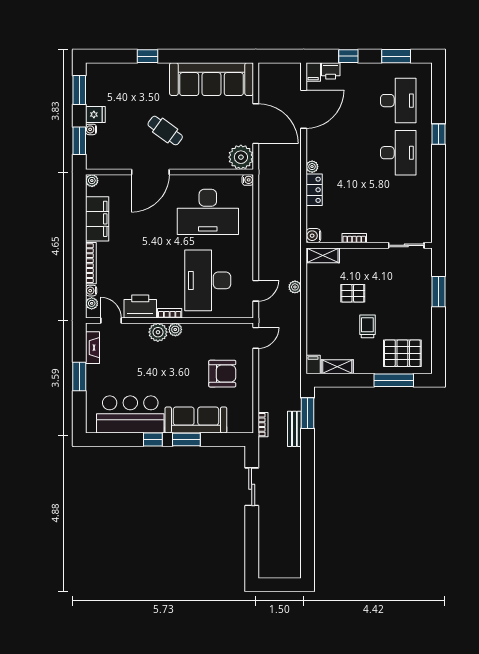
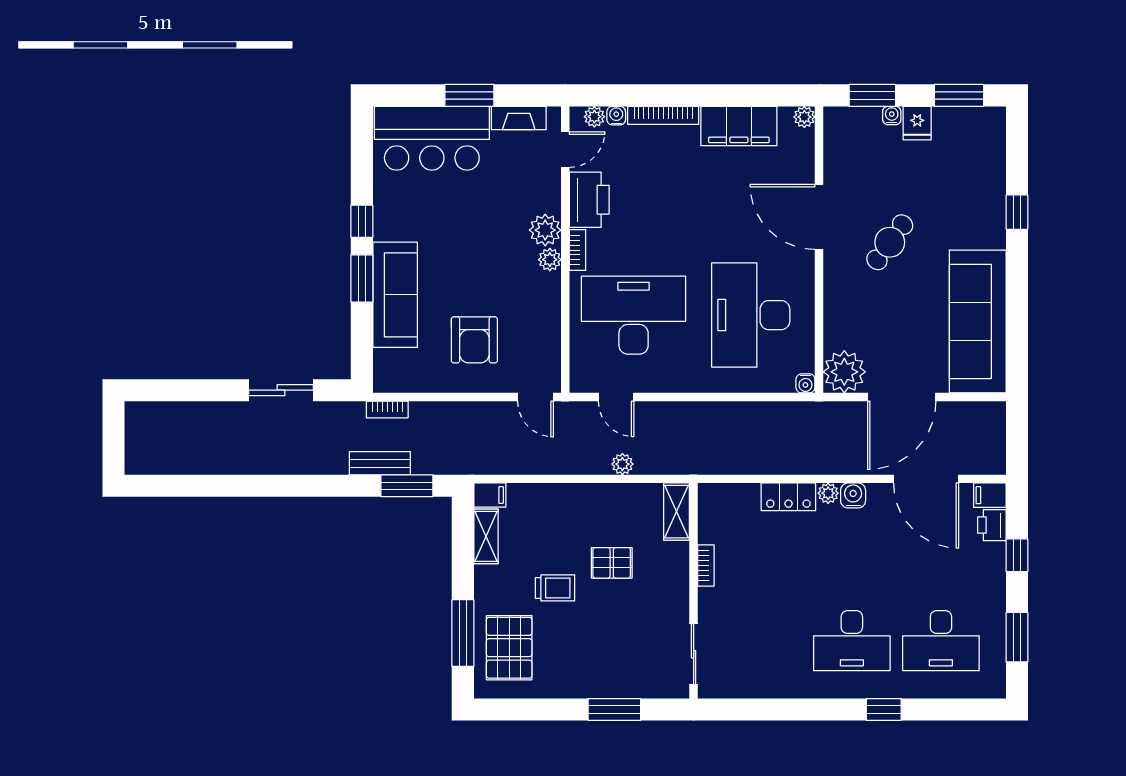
water cooler: (313, 236) -> (853, 495), moved
pallet: (353, 293) -> (612, 563), turned 90
bar counter: (130, 414) -> (432, 138), moved, turned 90

